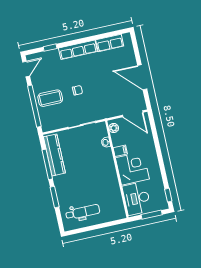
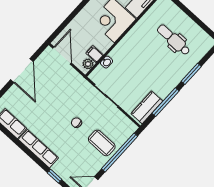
filing cabinet: (120, 151) -> (95, 54), moved
kitchen counter: (54, 155) -> (147, 107), width x0.67
dental chair: (83, 212) -> (174, 40), moved

